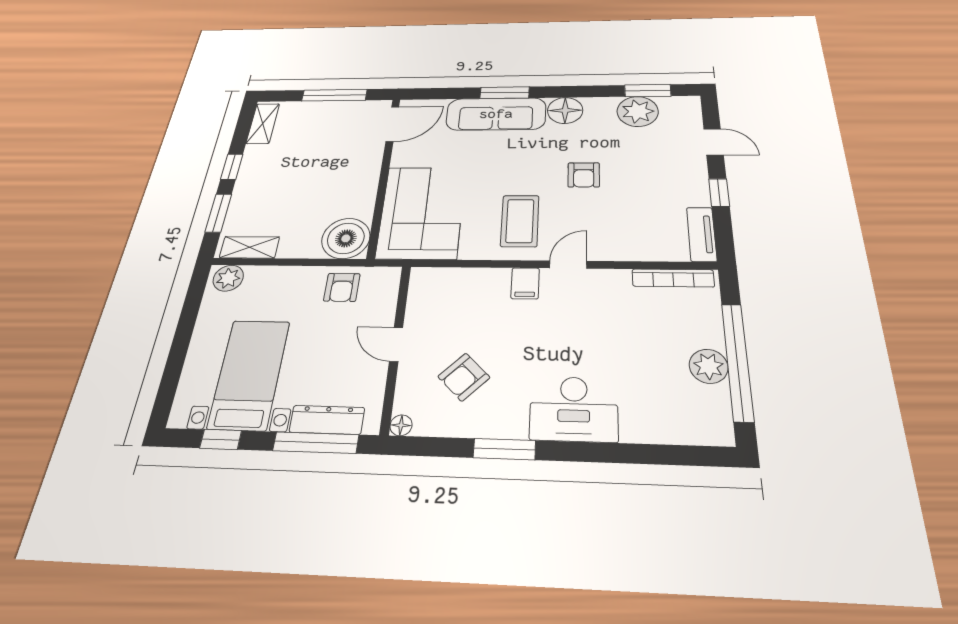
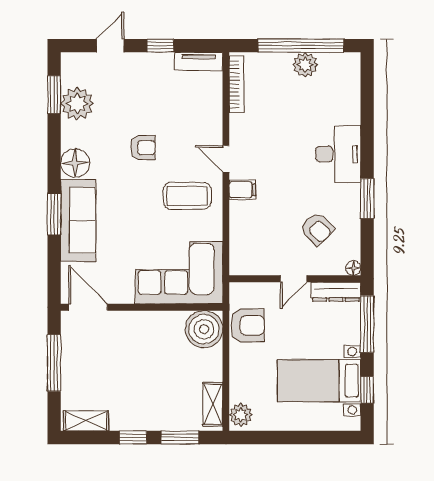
armchair: (342, 287) -> (248, 325), width x1.38, depth x1.38
dresser: (327, 420) -> (336, 292), moved, turned -90

